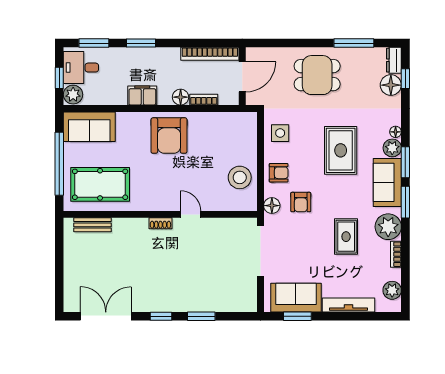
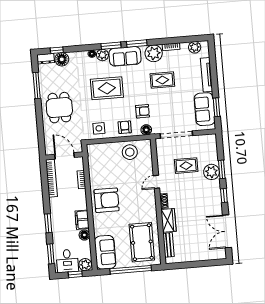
floor lamp: (181, 97) -> (84, 235), moved
wardrobe: (130, 228) -> (169, 220), added
rug: (212, 262) -> (186, 166), added
plant: (199, 300) -> (212, 172), added

